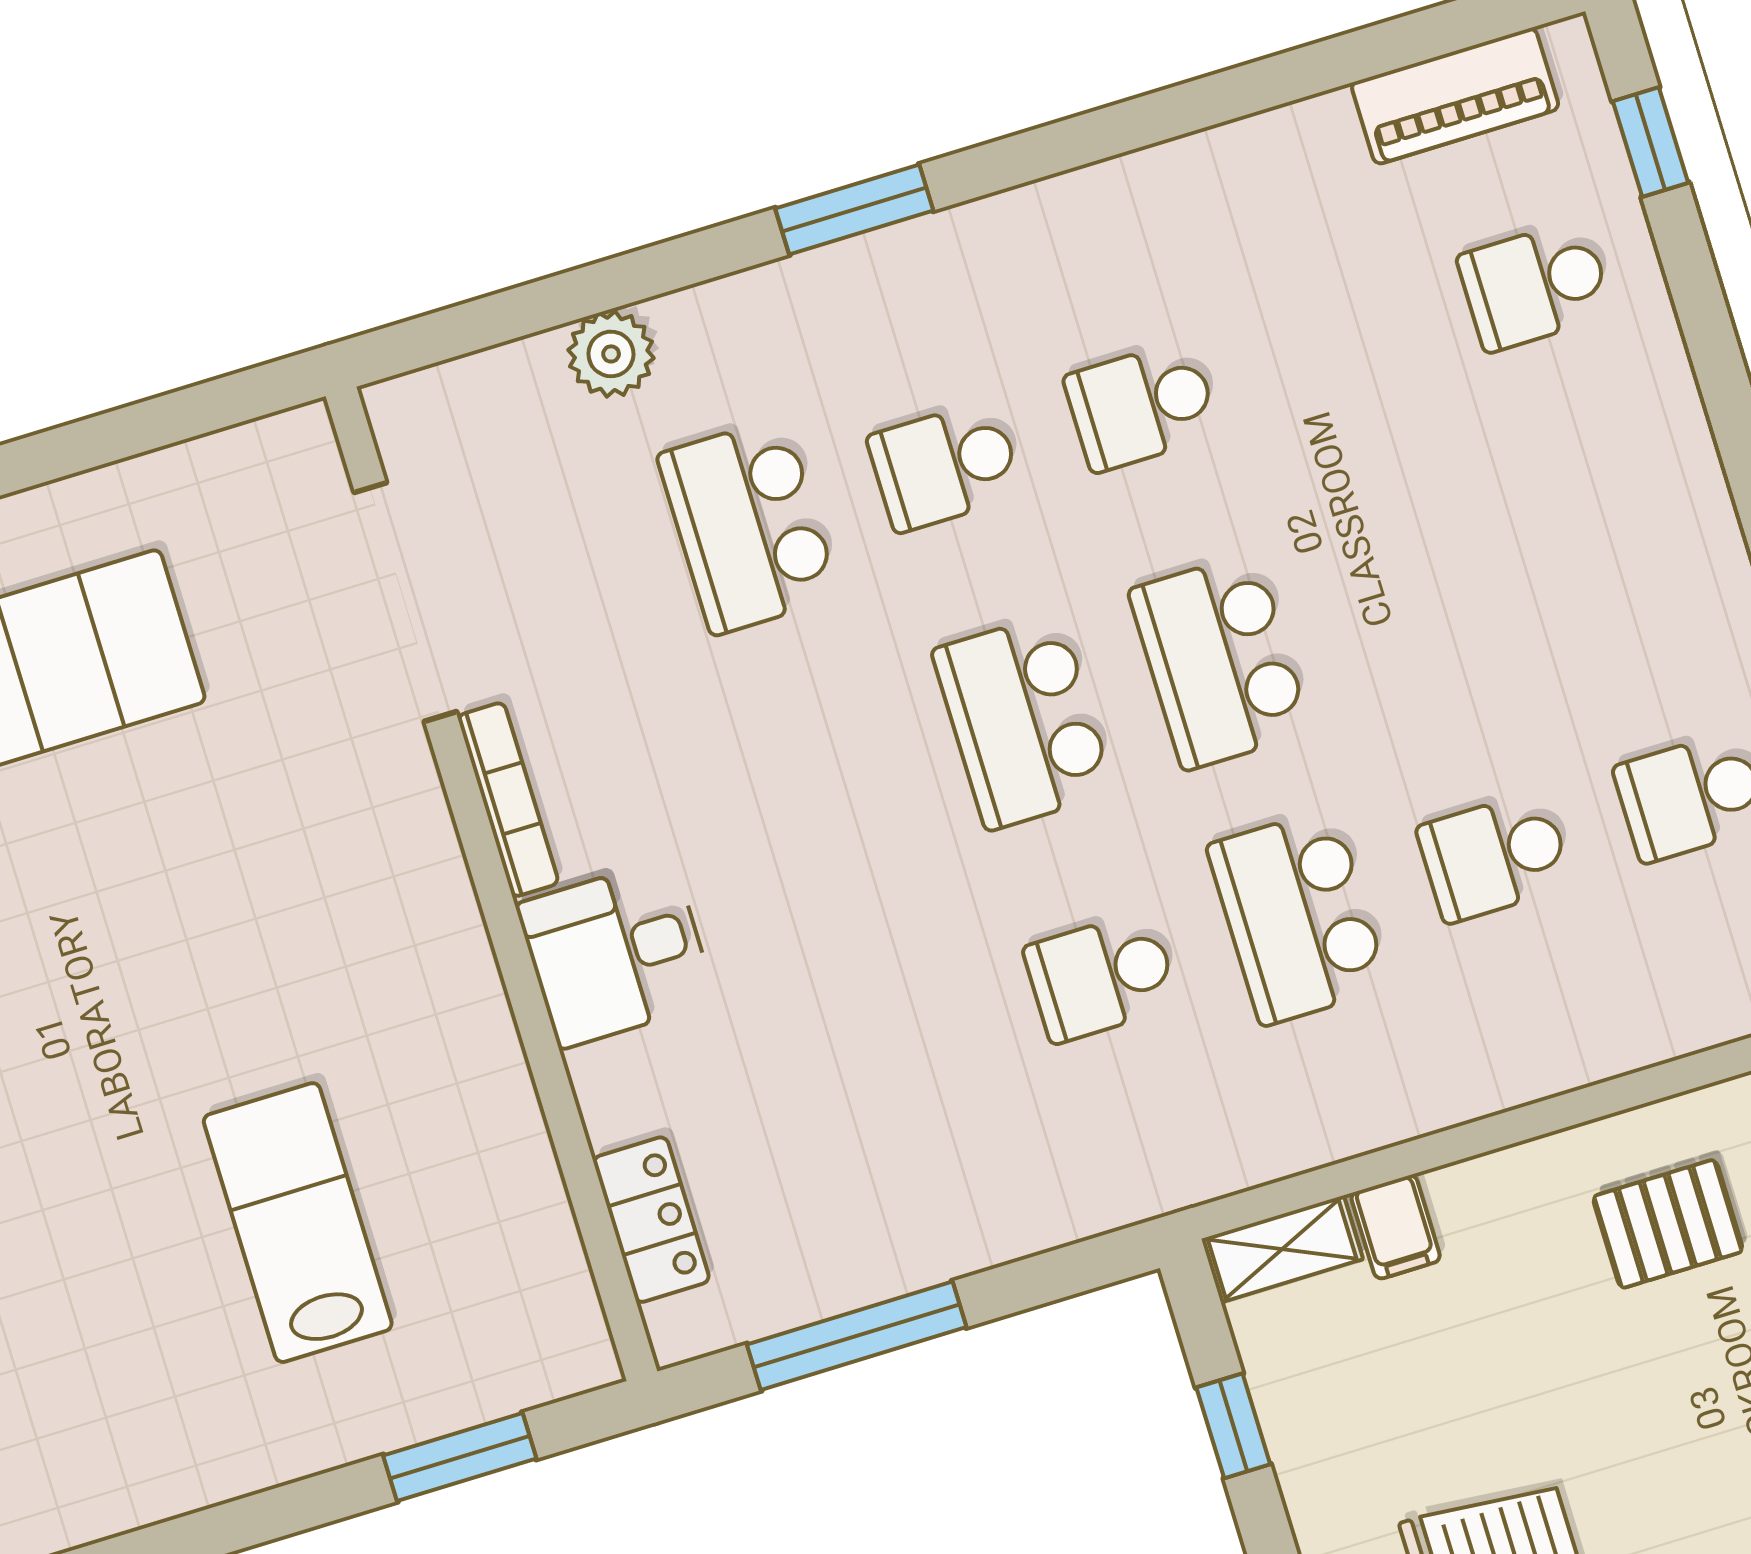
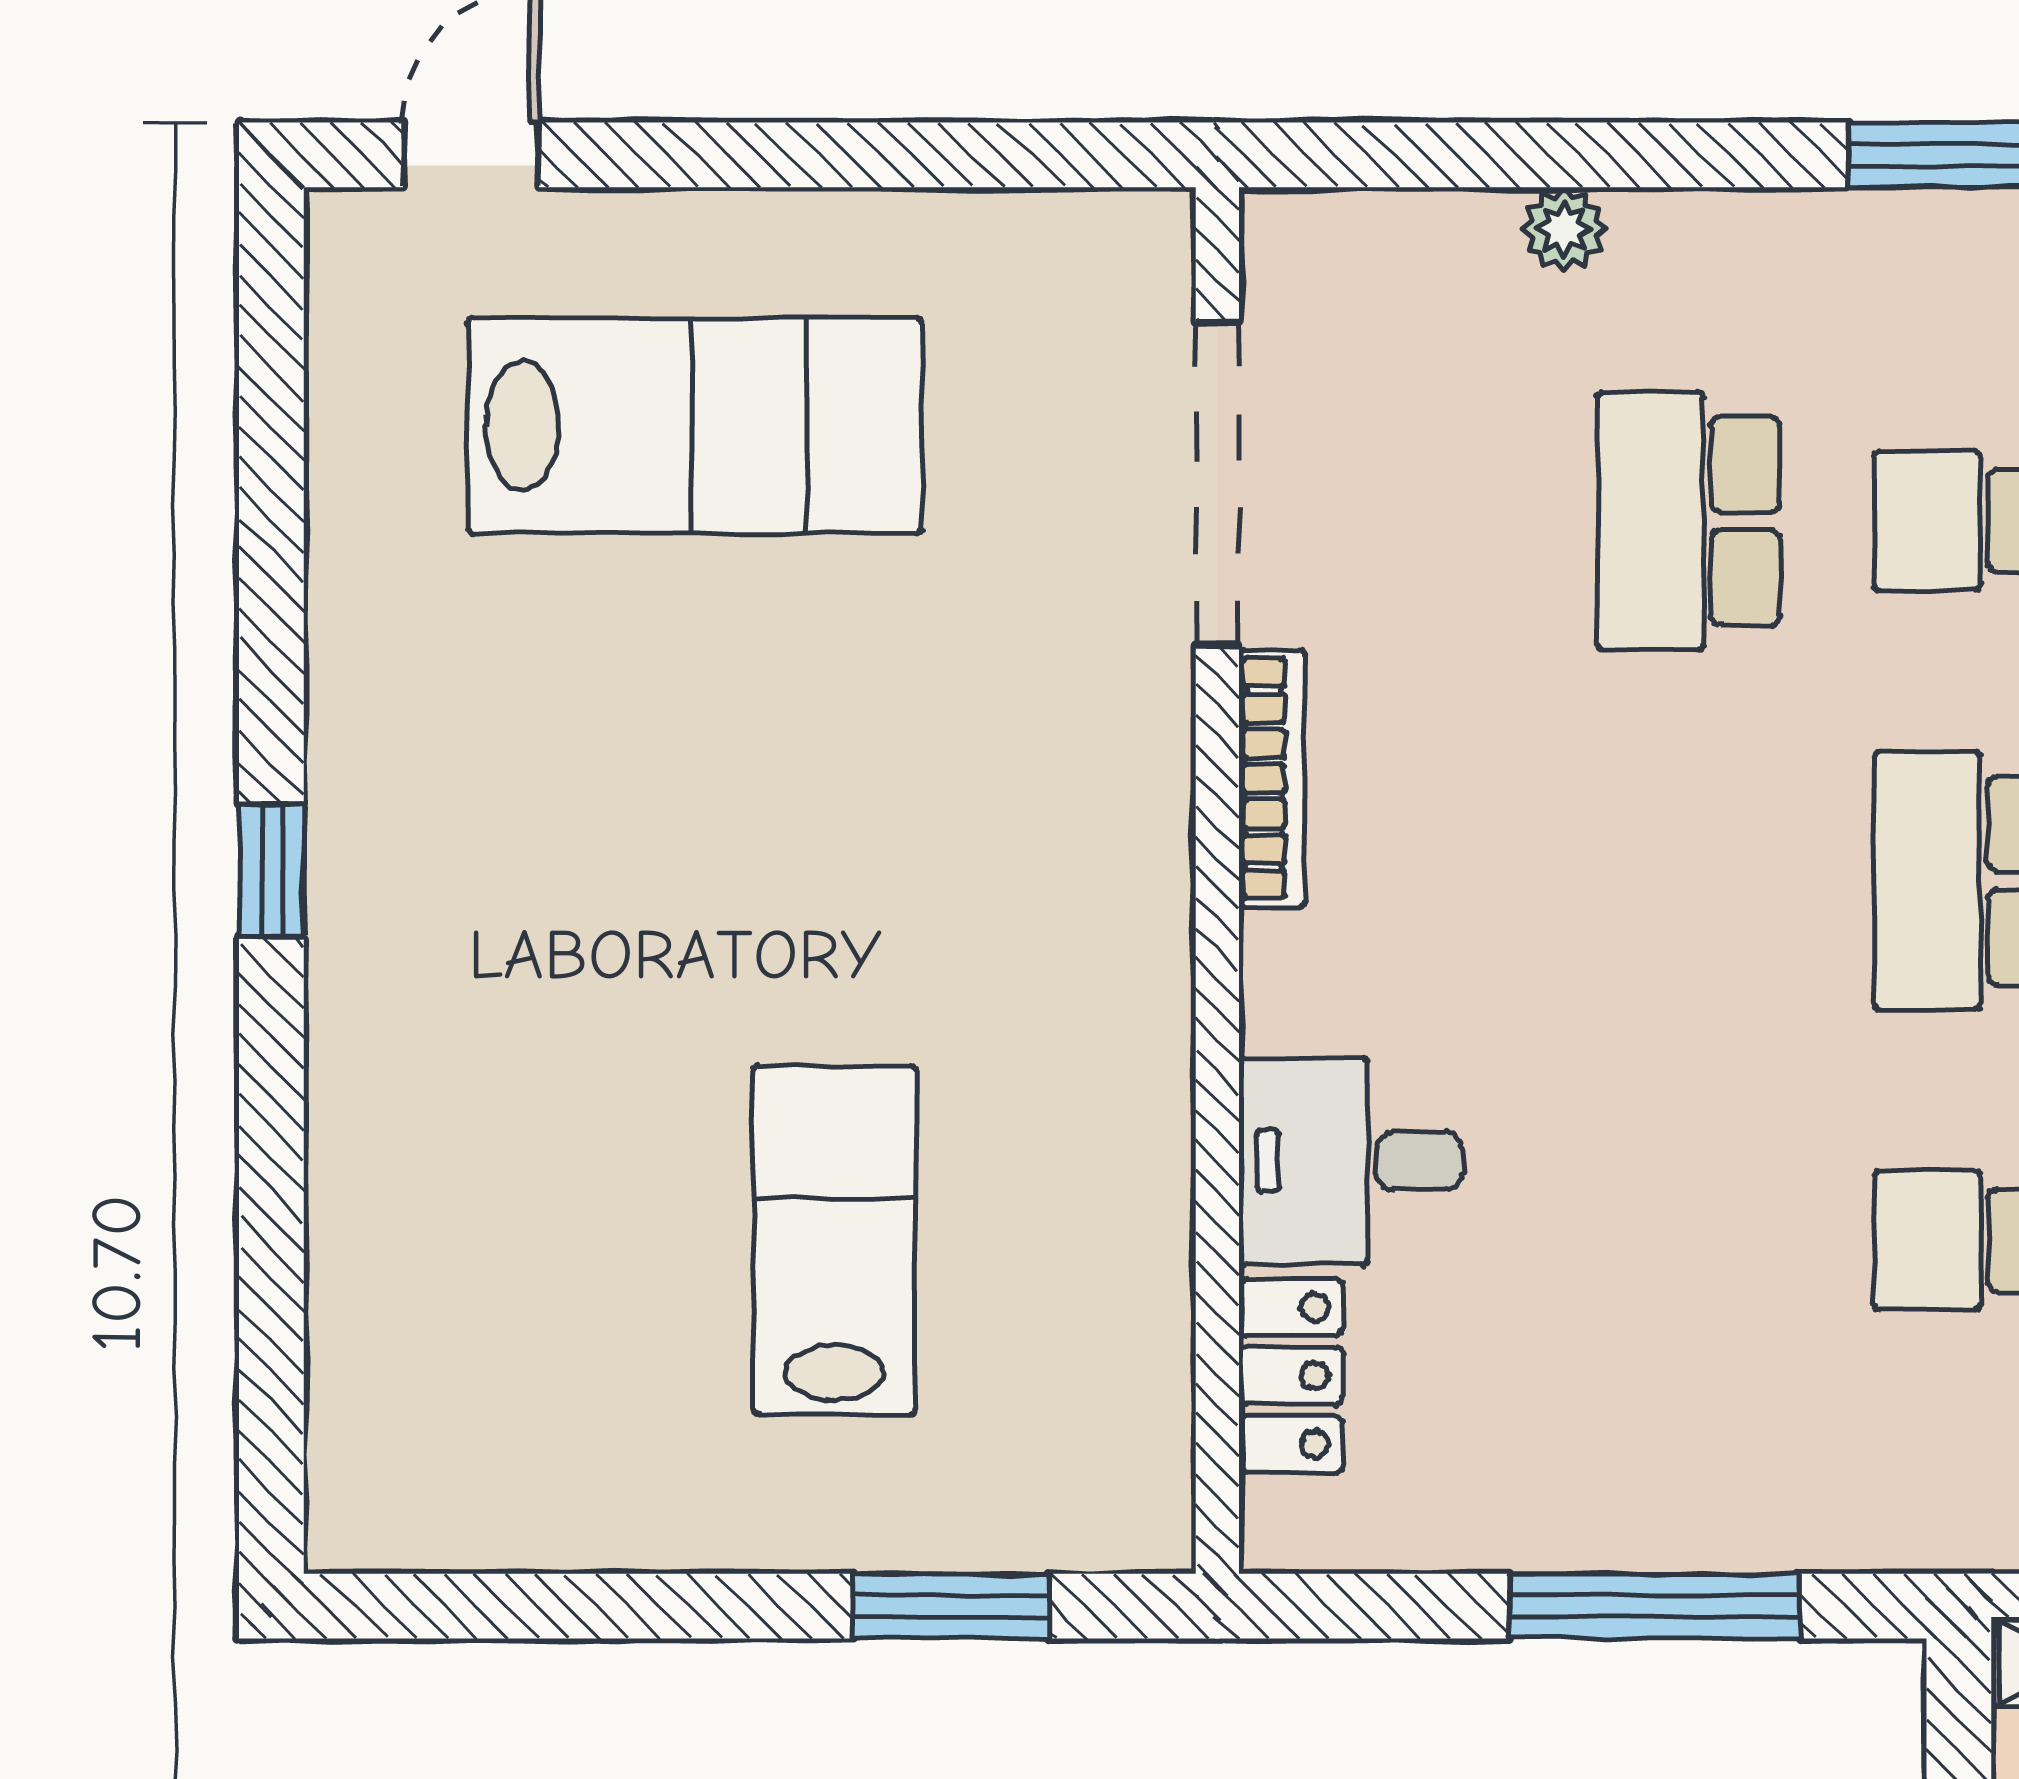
plant: (611, 354) -> (1564, 229), width x0.73, depth x0.73
desk: (616, 953) -> (1350, 1161), moved
window: (857, 1336) -> (1654, 1606), moved

